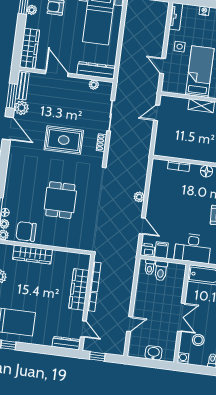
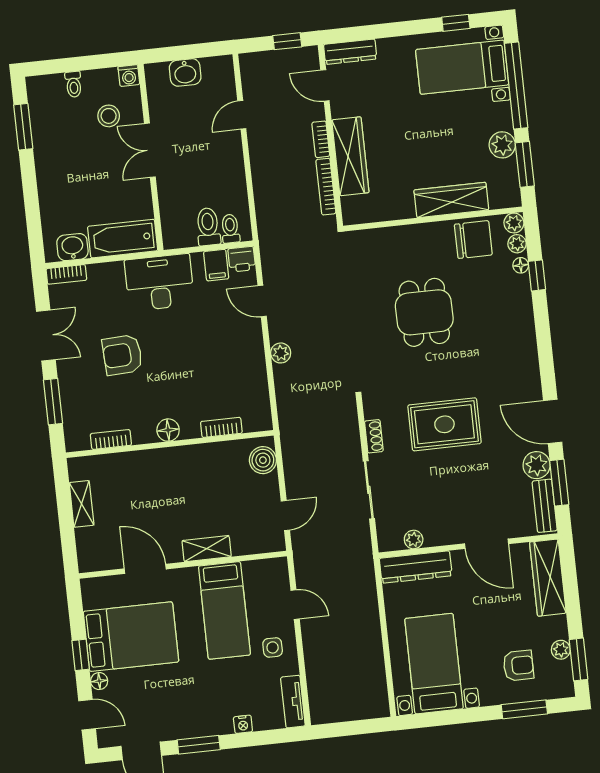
boiler: (161, 144) -> (263, 460), added

